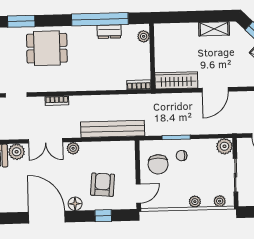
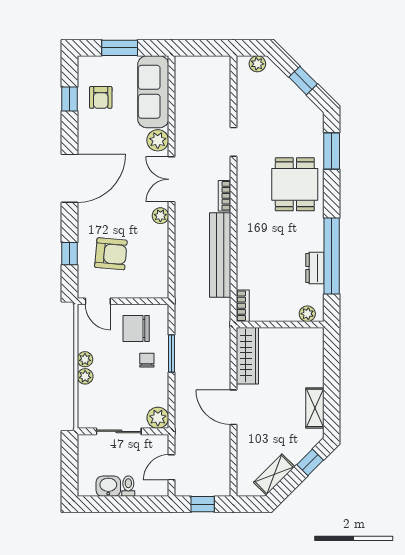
bench: (113, 129) -> (220, 255), moved
plant: (220, 201) -> (85, 359), moved
floor lamp: (75, 204) -> (86, 216), removed

